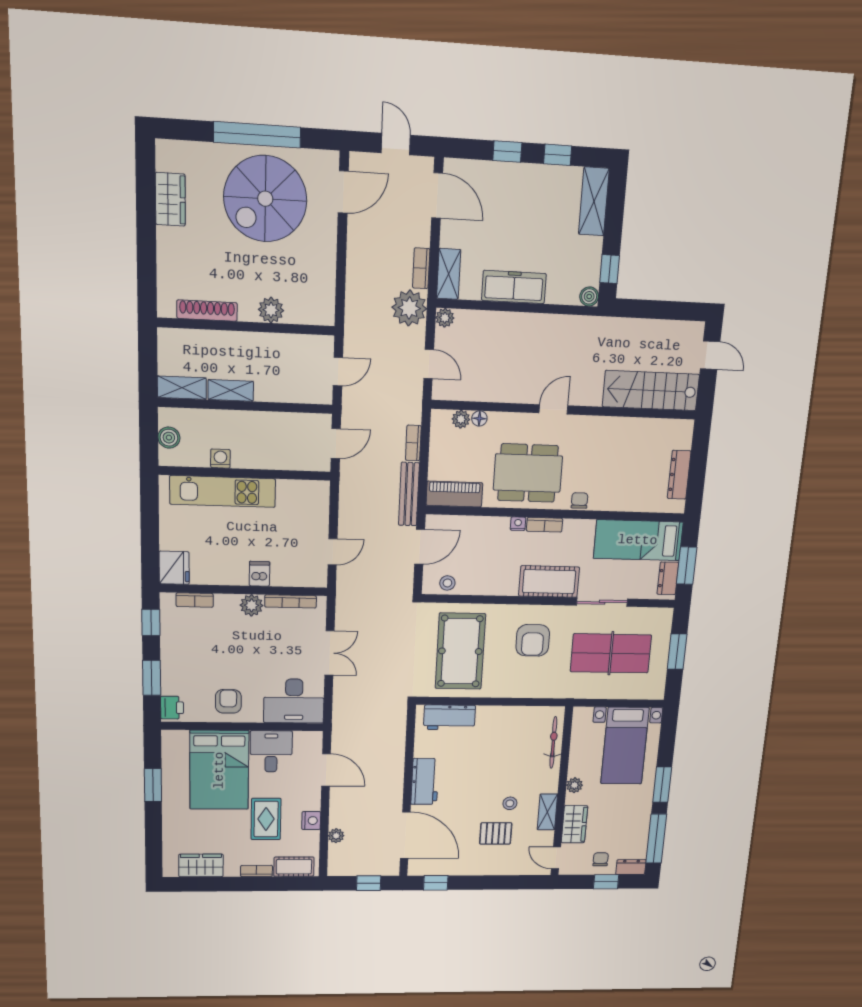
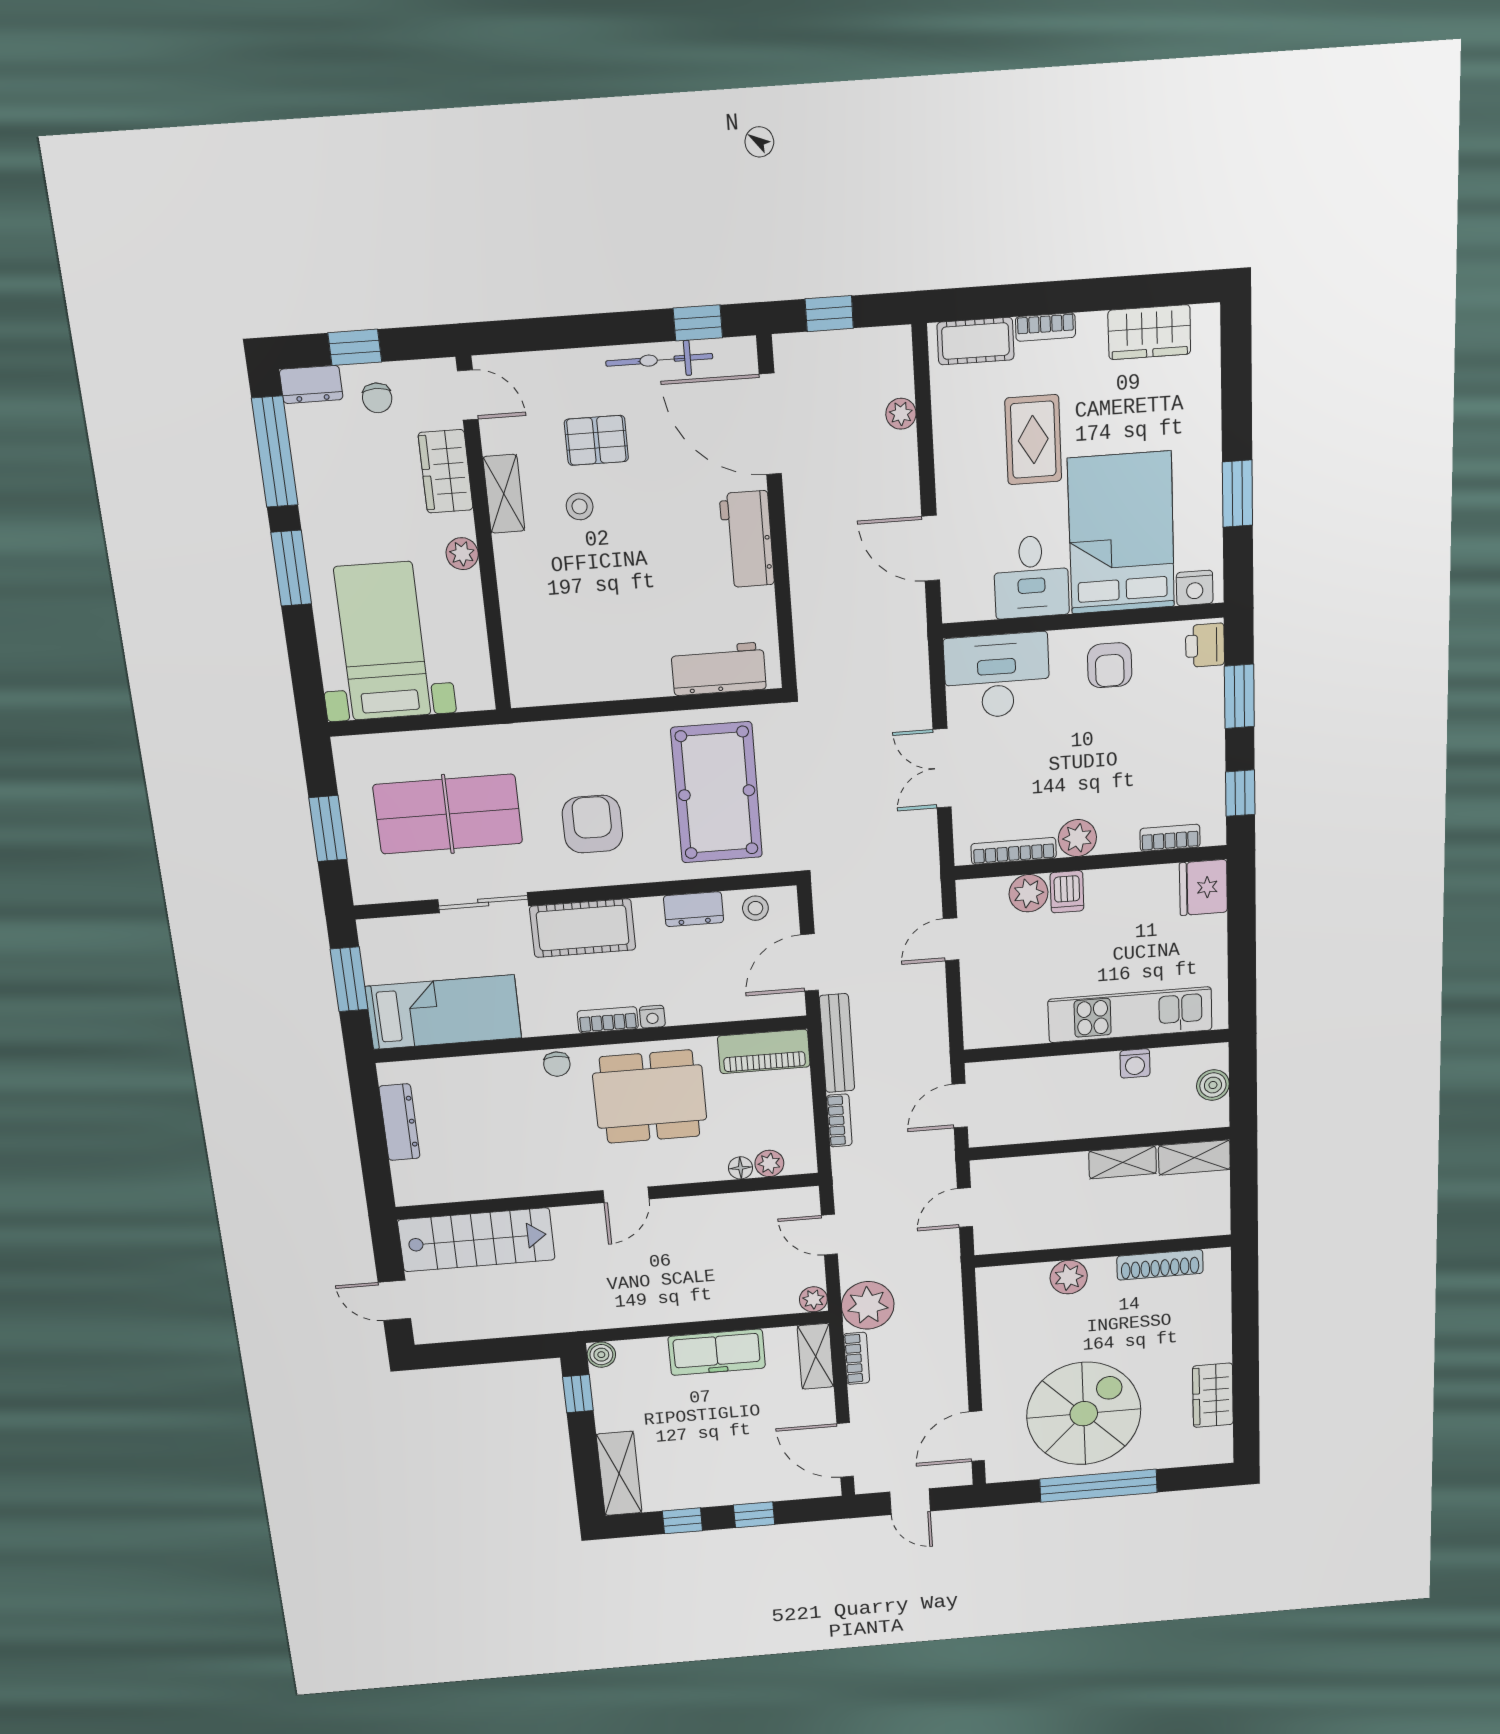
plant: (283, 575) -> (1028, 893), added
dresser: (668, 578) -> (694, 909), moved, turned 90
bicycle: (553, 743) -> (659, 360), moved, turned 90
nightstand: (311, 821) -> (1195, 588), moved, turned -90

